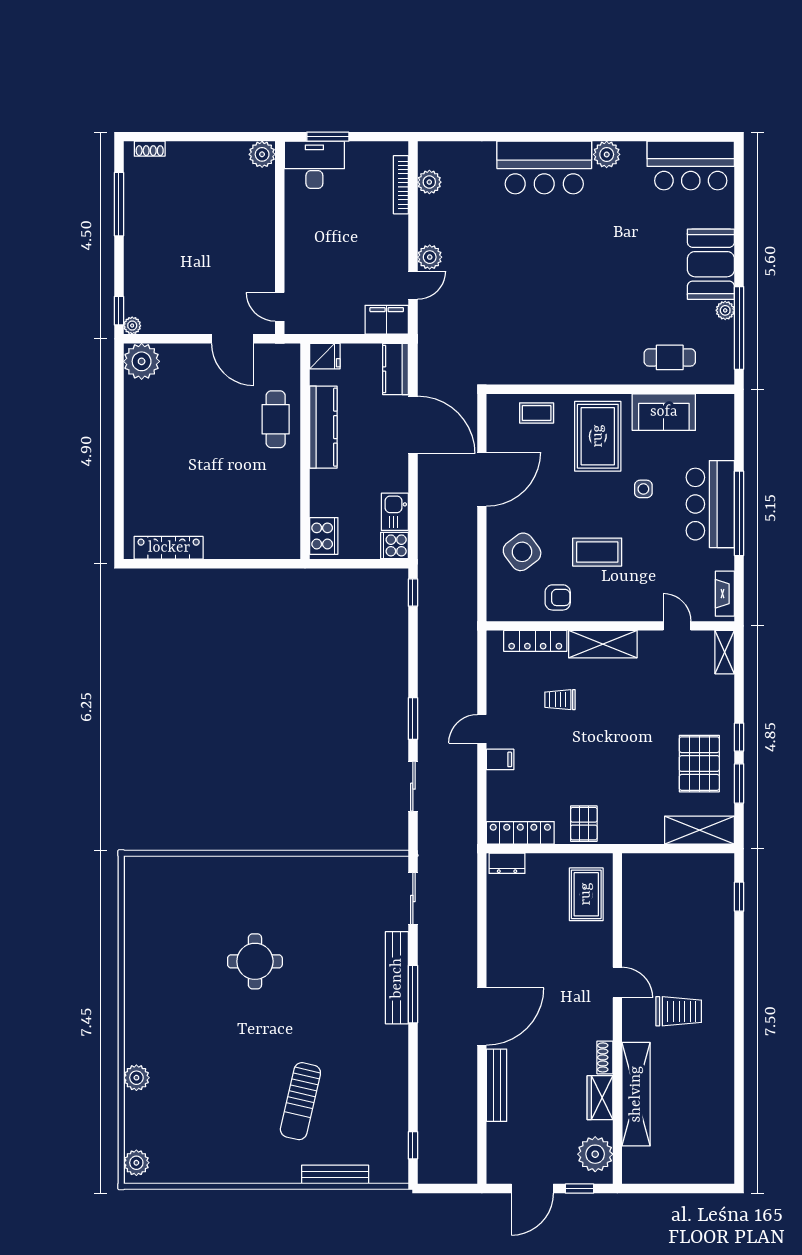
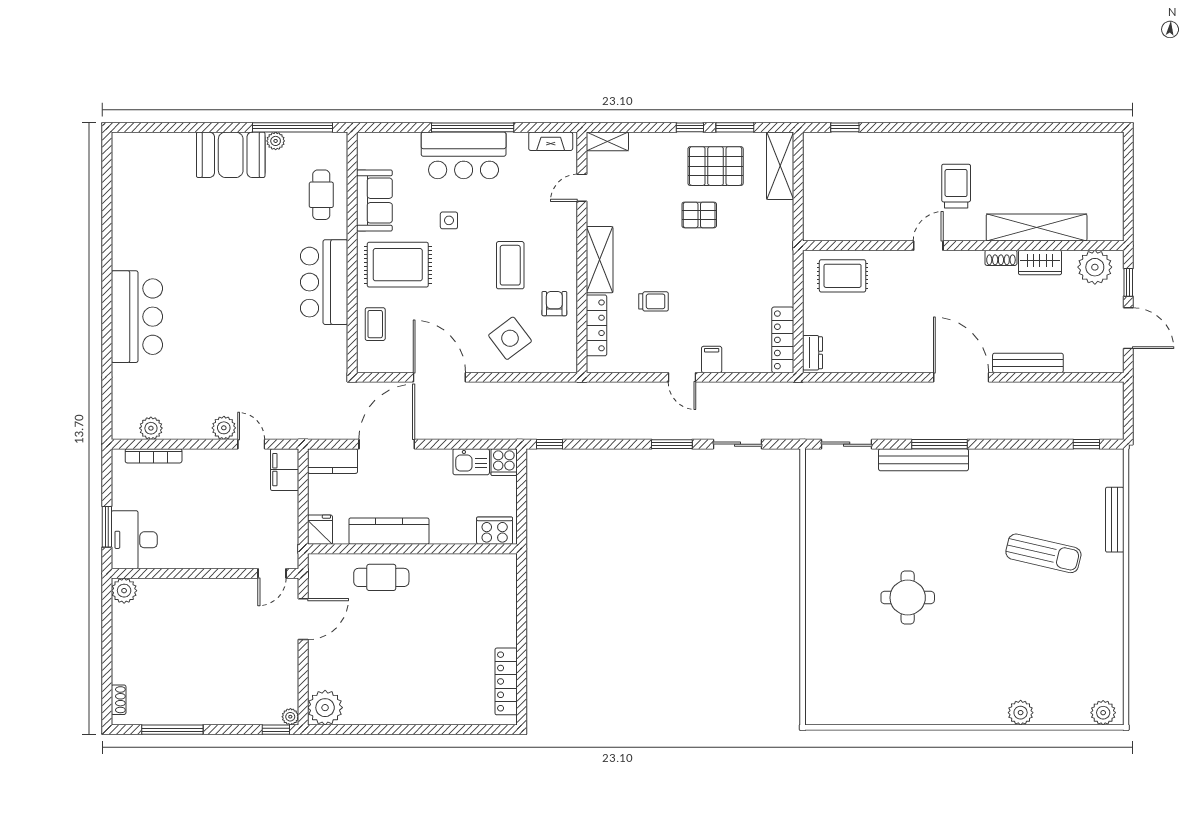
plant: (607, 154) -> (124, 256), removed
bar counter: (691, 166) -> (324, 282), moved, turned 180
trolley: (560, 700) -> (654, 301), turned -90
pallet: (584, 824) -> (699, 215), moved

